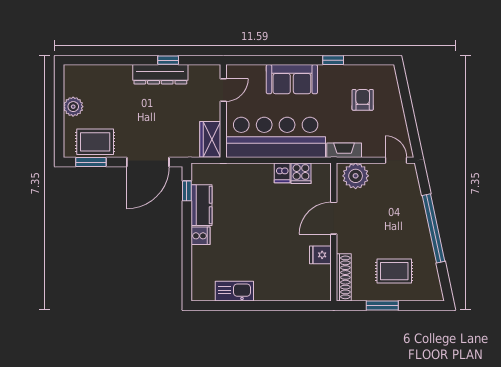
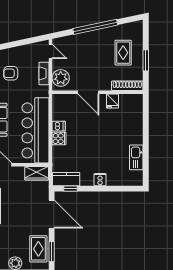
fireplace: (344, 150) -> (44, 73), moved
door: (396, 160) -> (51, 51), swing flipped
cooker: (301, 173) -> (59, 139), moved
kitchen counter: (201, 205) -> (66, 179), moved

